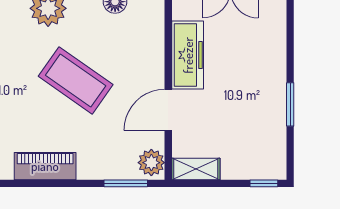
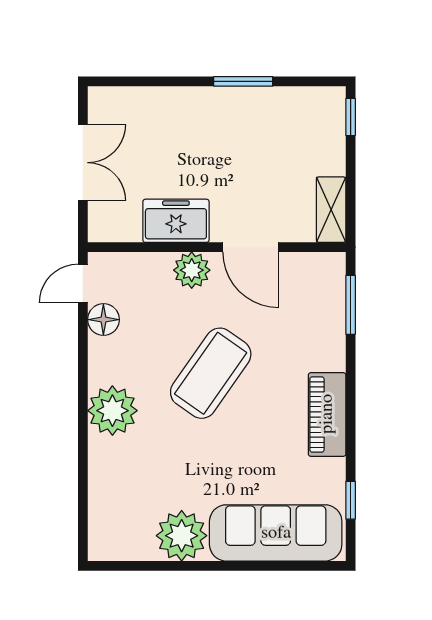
freezer: (188, 55) -> (176, 221), width x0.71
plant: (151, 163) -> (192, 270), moved

